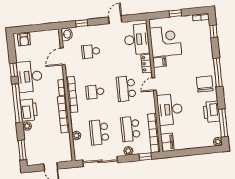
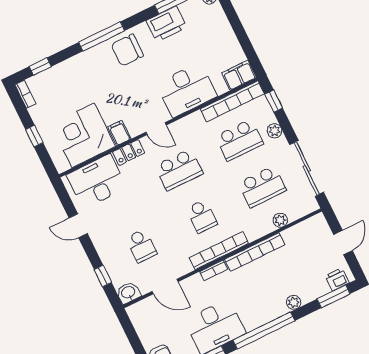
printer: (29, 110) -> (337, 279), moved, width x0.53, depth x0.68

